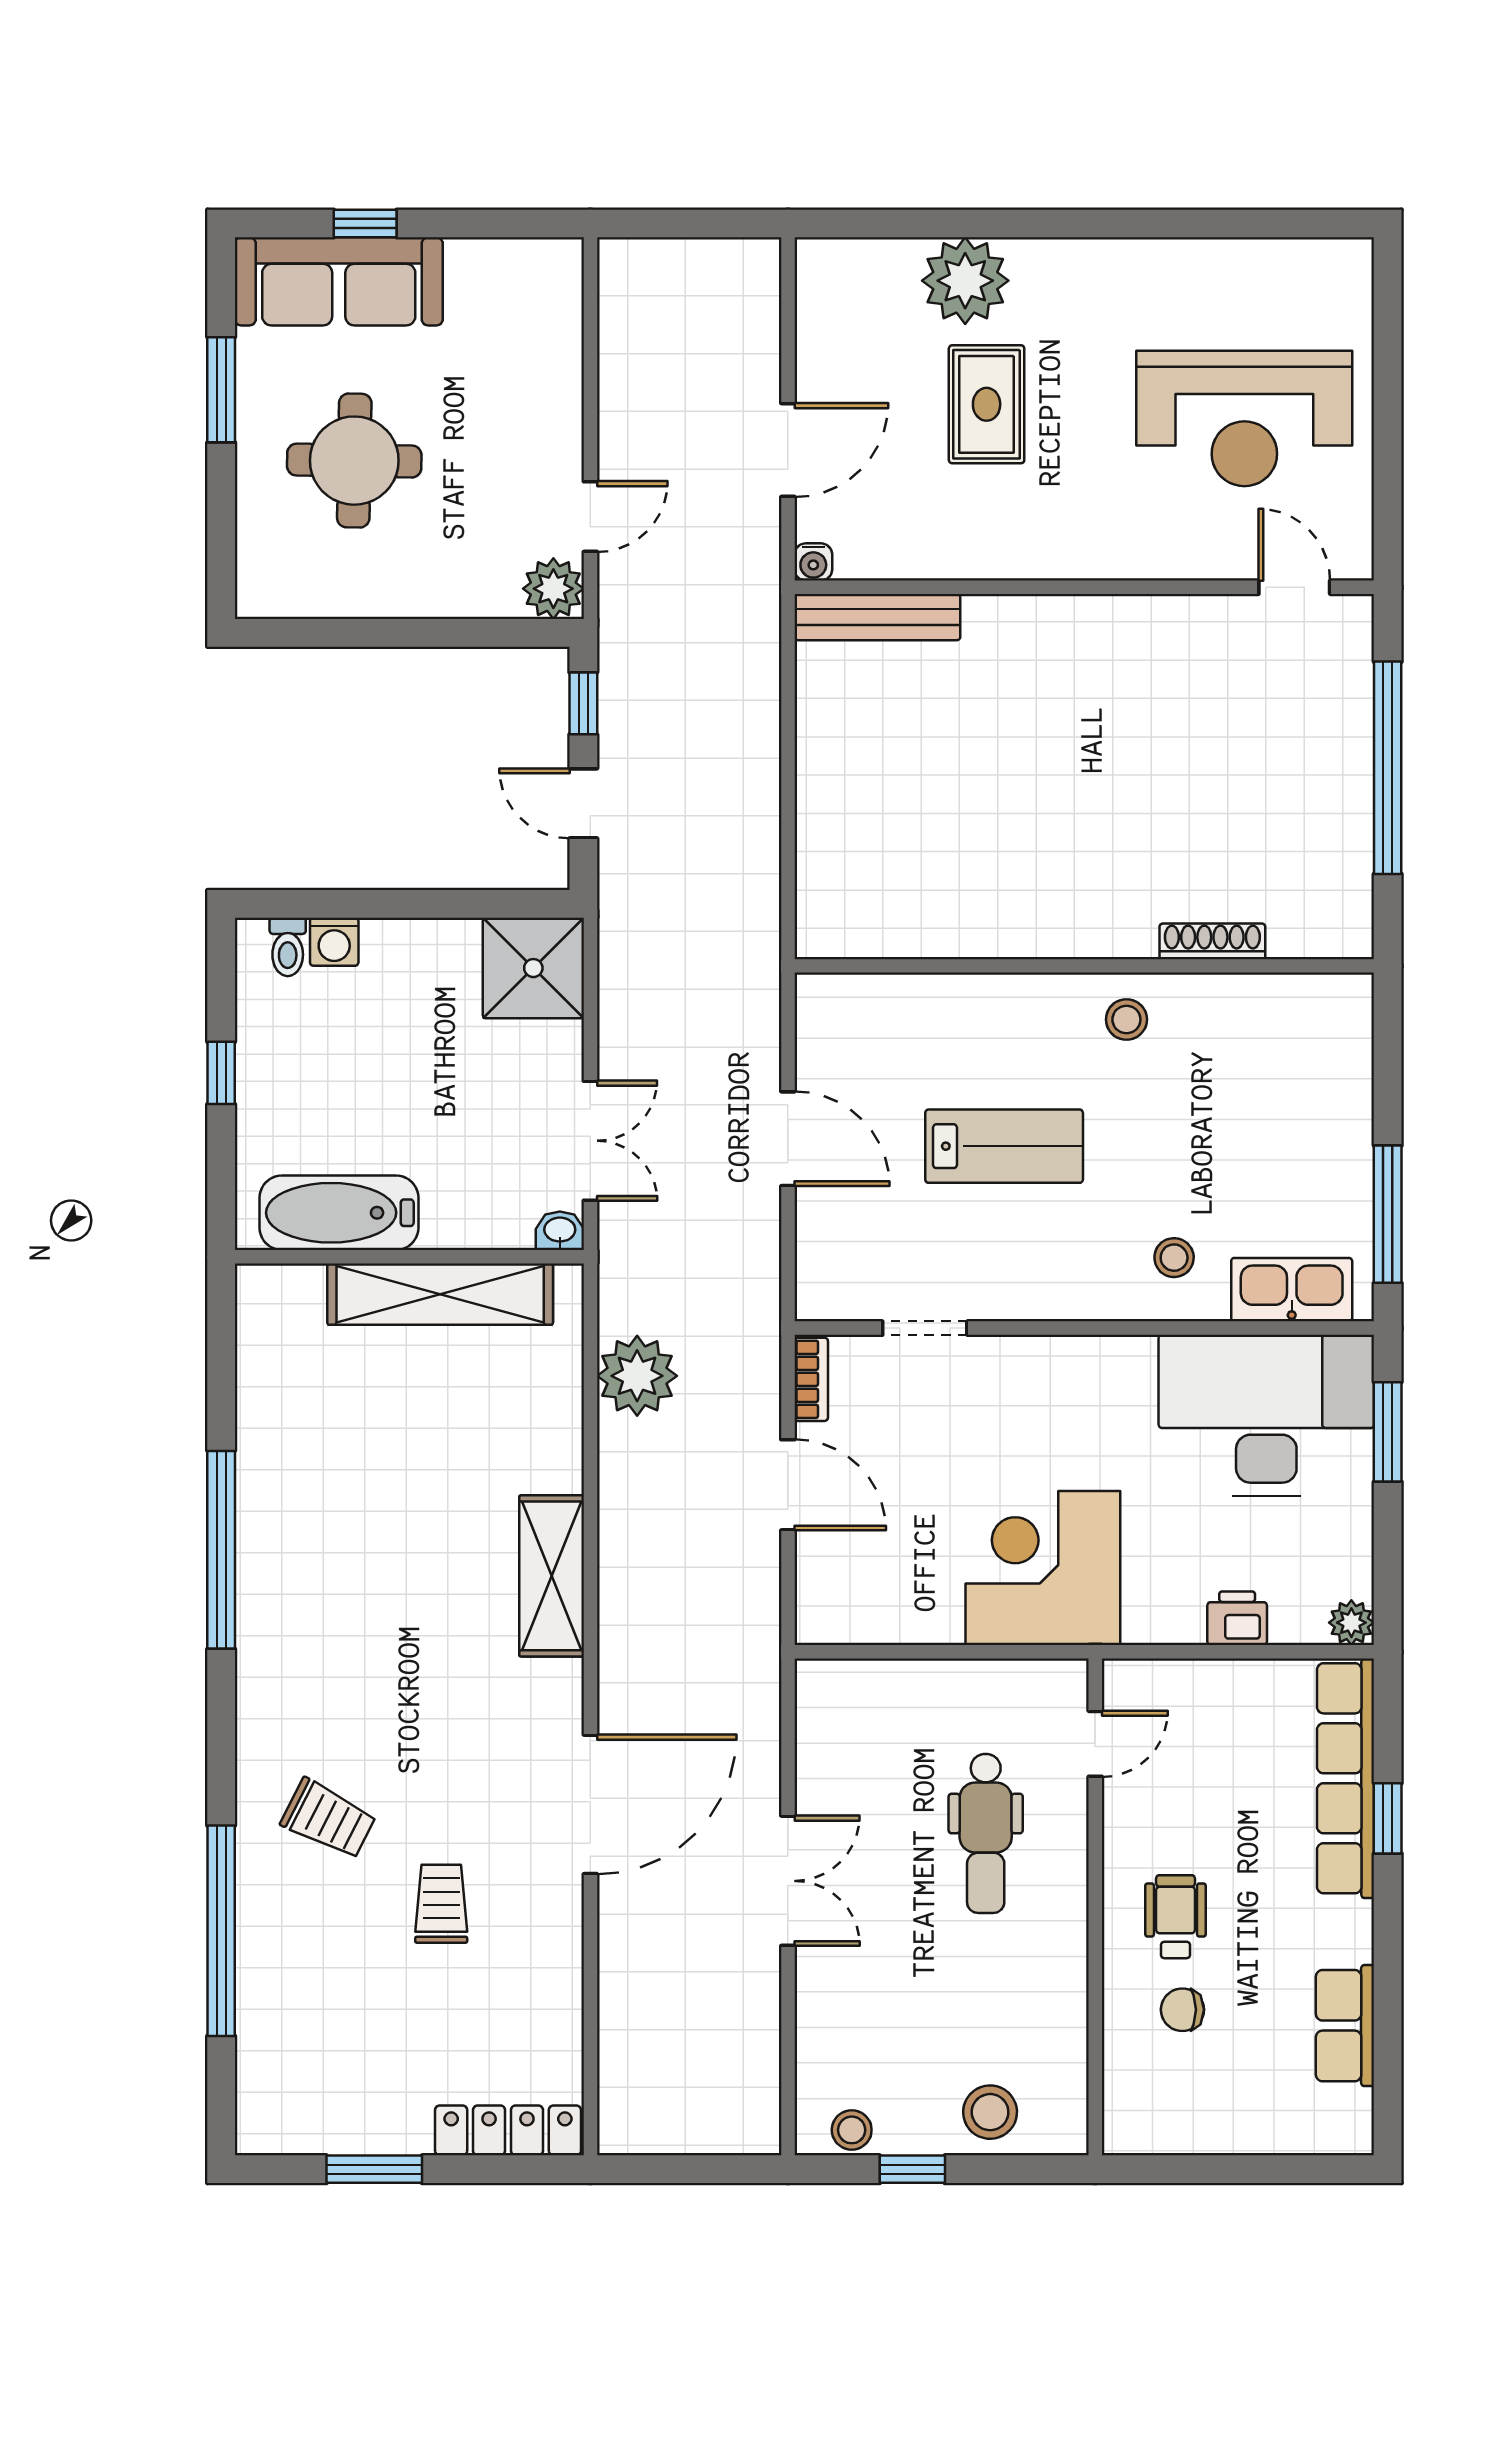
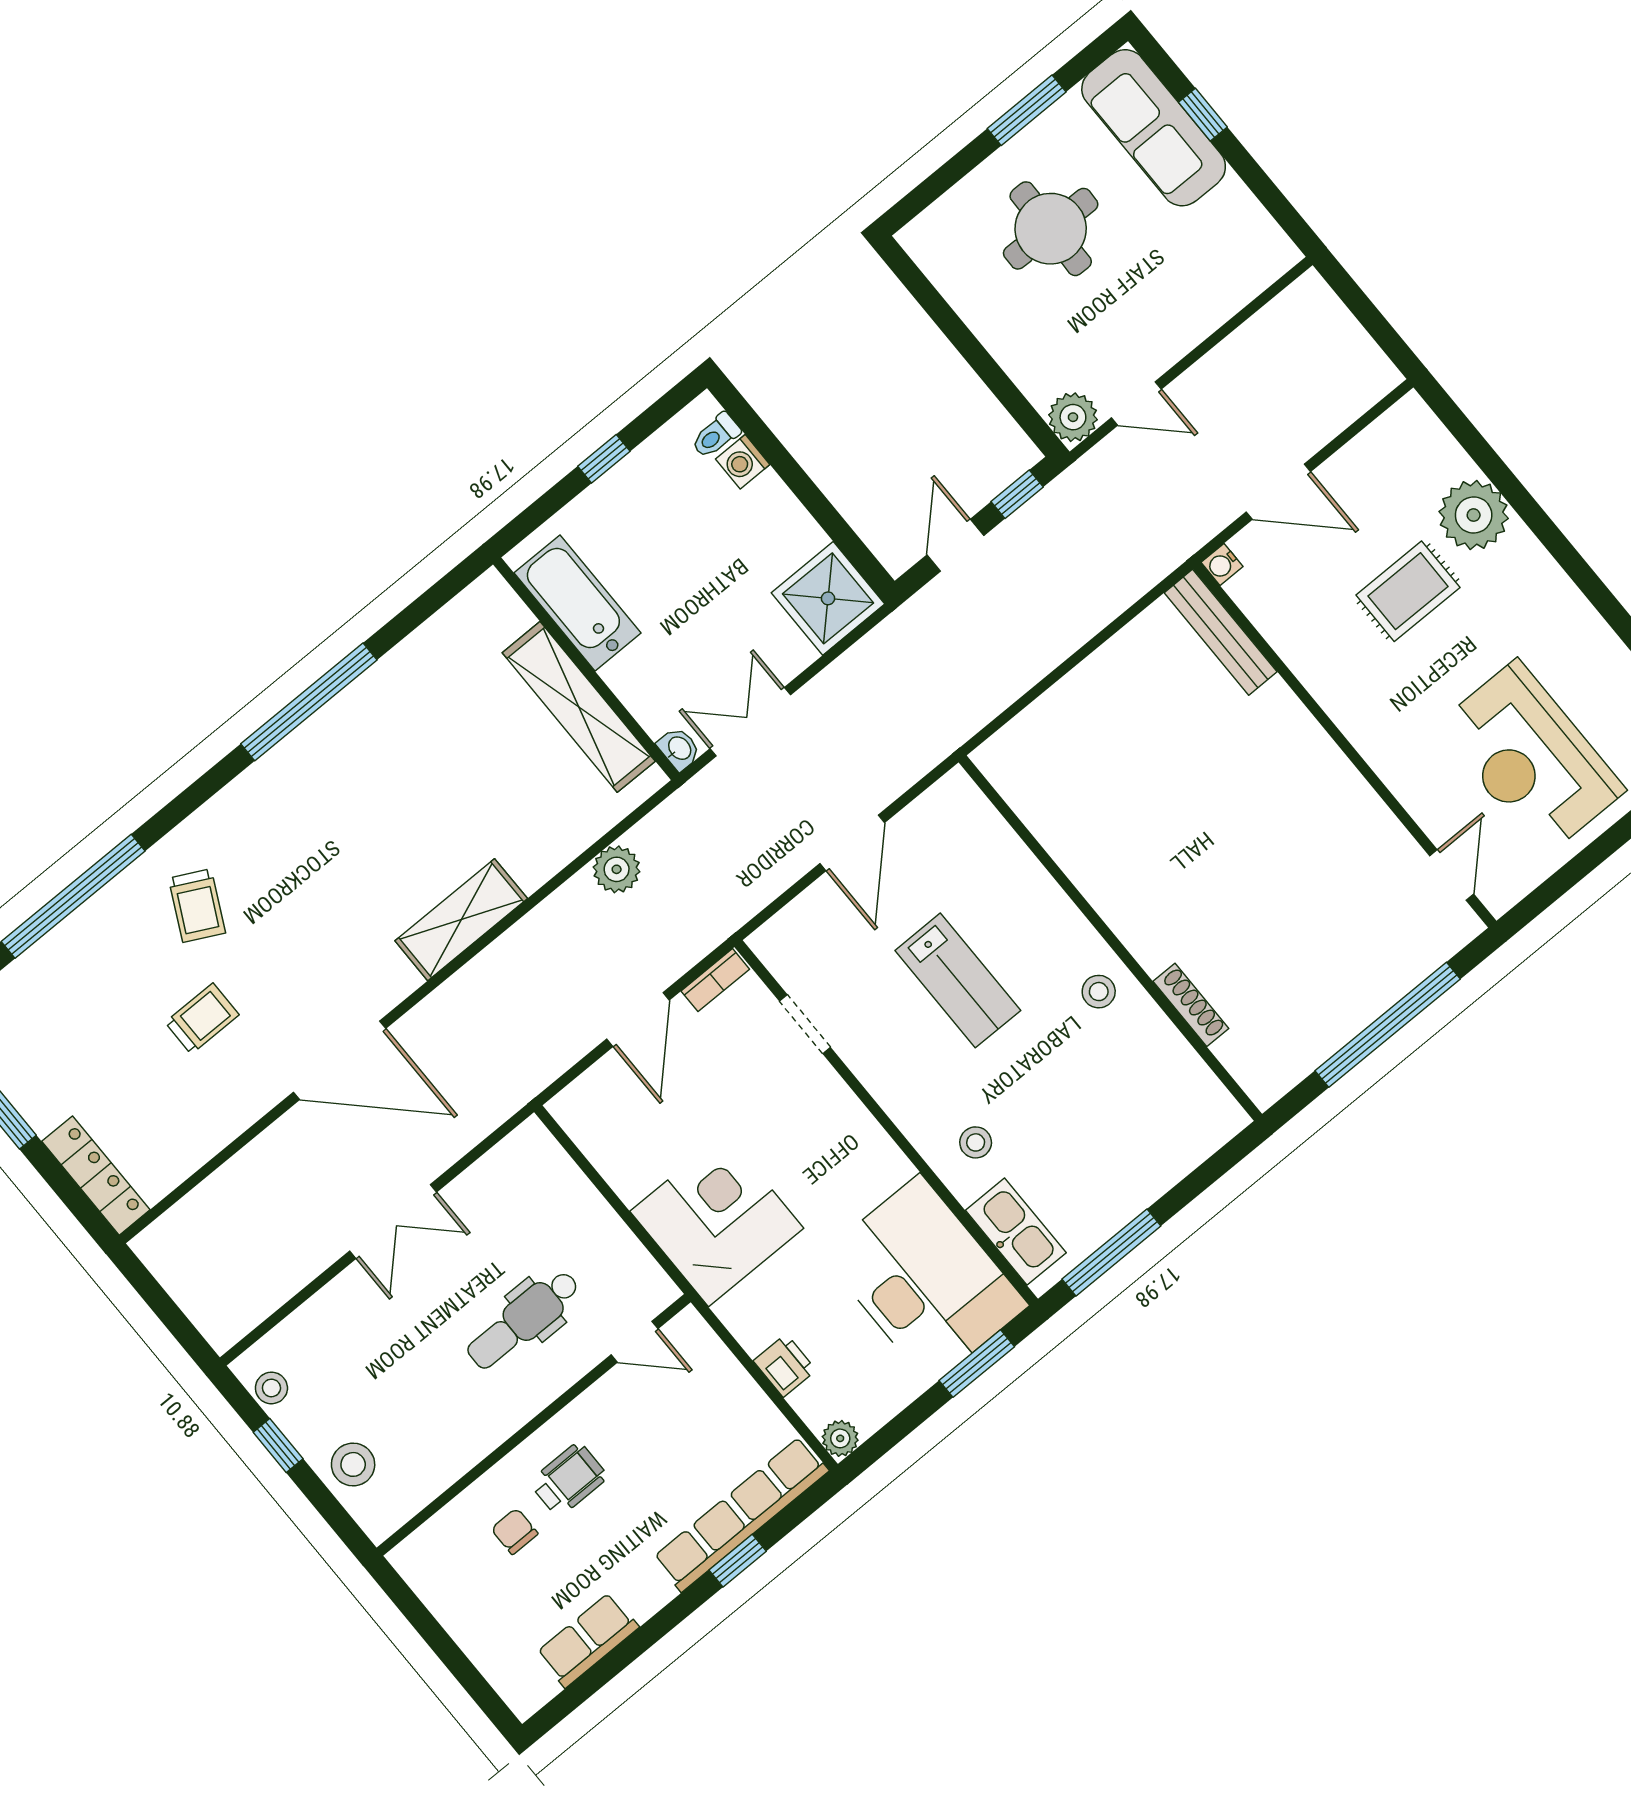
double door: (590, 1141) -> (750, 722), swing flipped
plant: (637, 1376) -> (617, 869), width x0.73, depth x0.73

